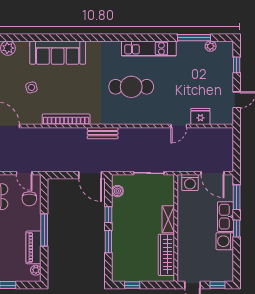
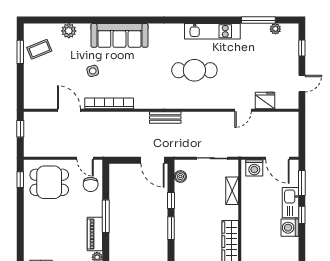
bookcase: (66, 119) -> (109, 103), moved
shelving: (168, 219) -> (232, 191), moved

